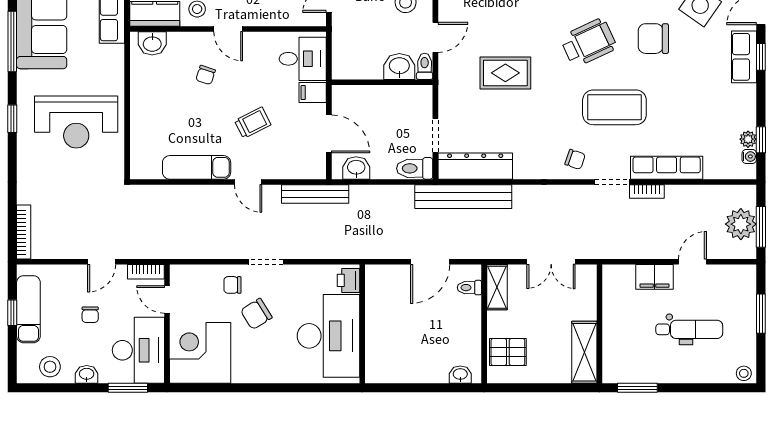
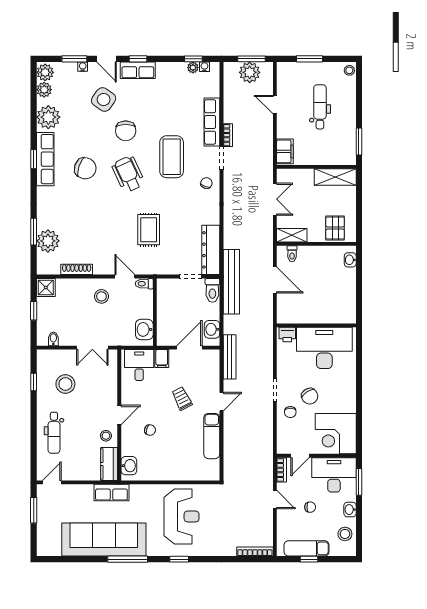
washbasin: (399, 66) -> (144, 329), moved
bench: (463, 197) -> (231, 282), moved
filing cabinet: (654, 277) -> (285, 151), moved

